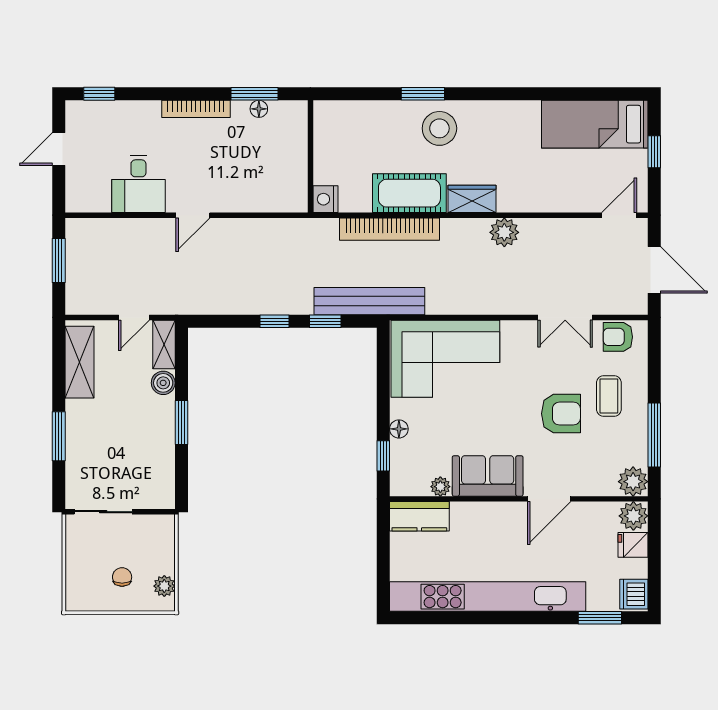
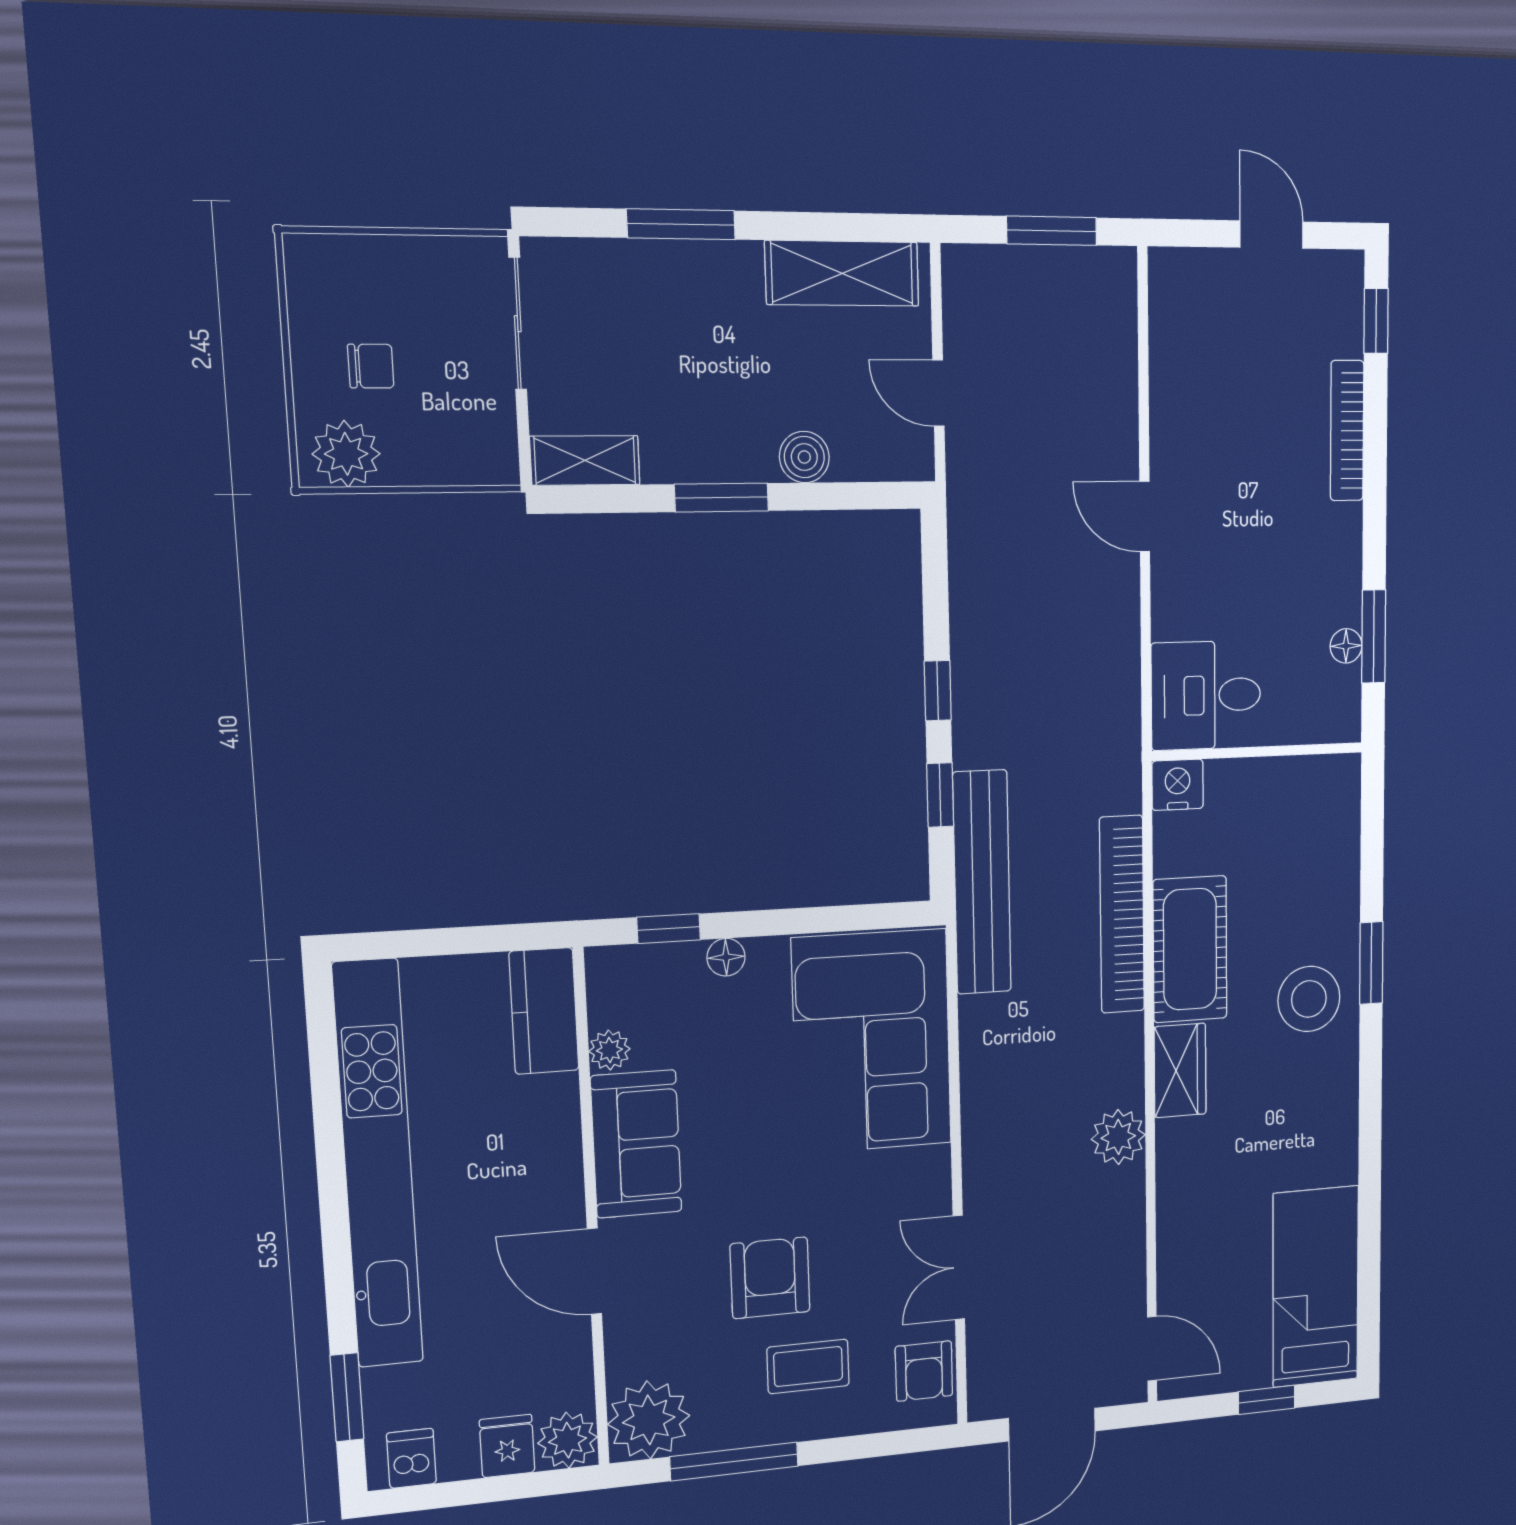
bookcase: (196, 109) -> (1347, 431), moved
desk: (138, 184) -> (1206, 695), moved
armchair: (618, 337) -> (924, 1371), turned 180
shelving: (164, 344) -> (585, 460), moved
armchair: (561, 414) -> (770, 1278), turned 180
plant: (633, 482) -> (649, 1420), width x1.36, depth x1.36
plant: (164, 586) -> (346, 454), width x1.38, depth x1.38
dishwasher: (634, 594) -> (411, 1458), width x0.73

